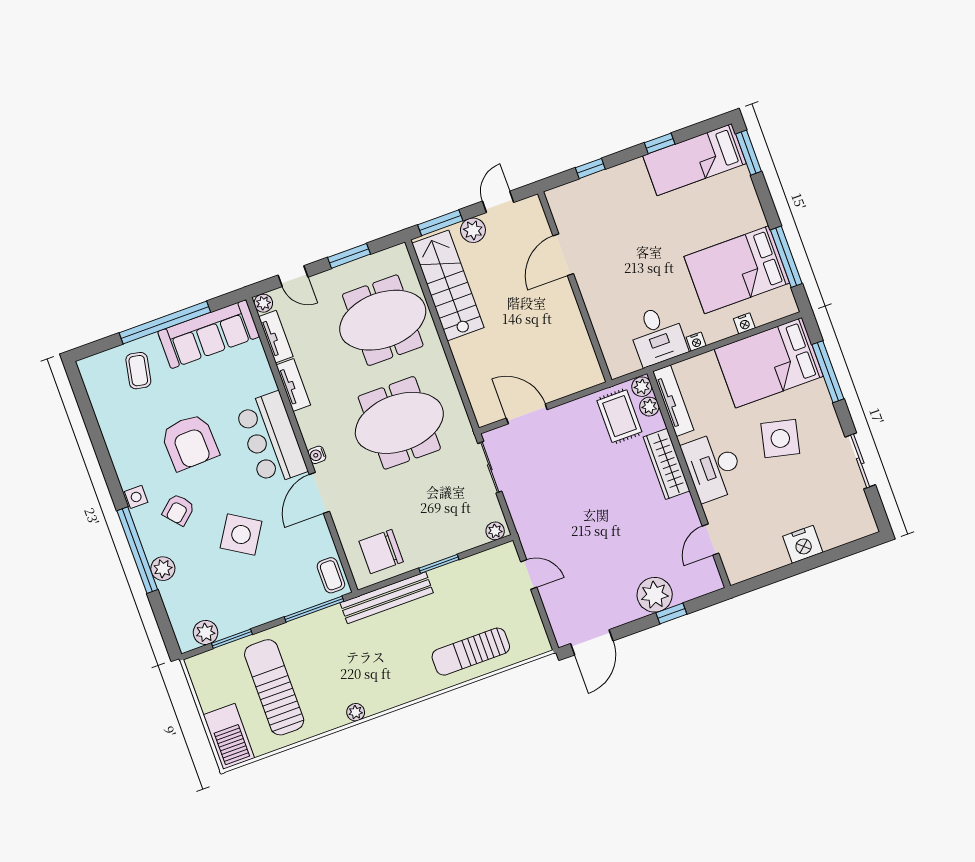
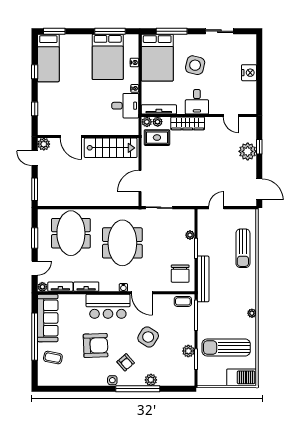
plant: (473, 230) -> (44, 144), moved
stairs: (448, 285) -> (111, 148), moved, turned 180
desk: (713, 467) -> (197, 102), width x0.73
plant: (495, 531) -> (190, 235), moved
plant: (206, 632) -> (188, 351), moved

